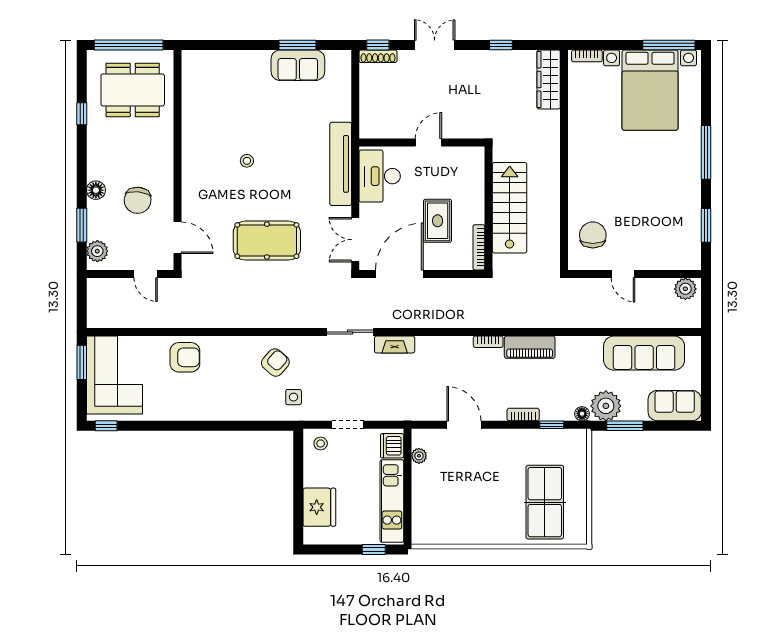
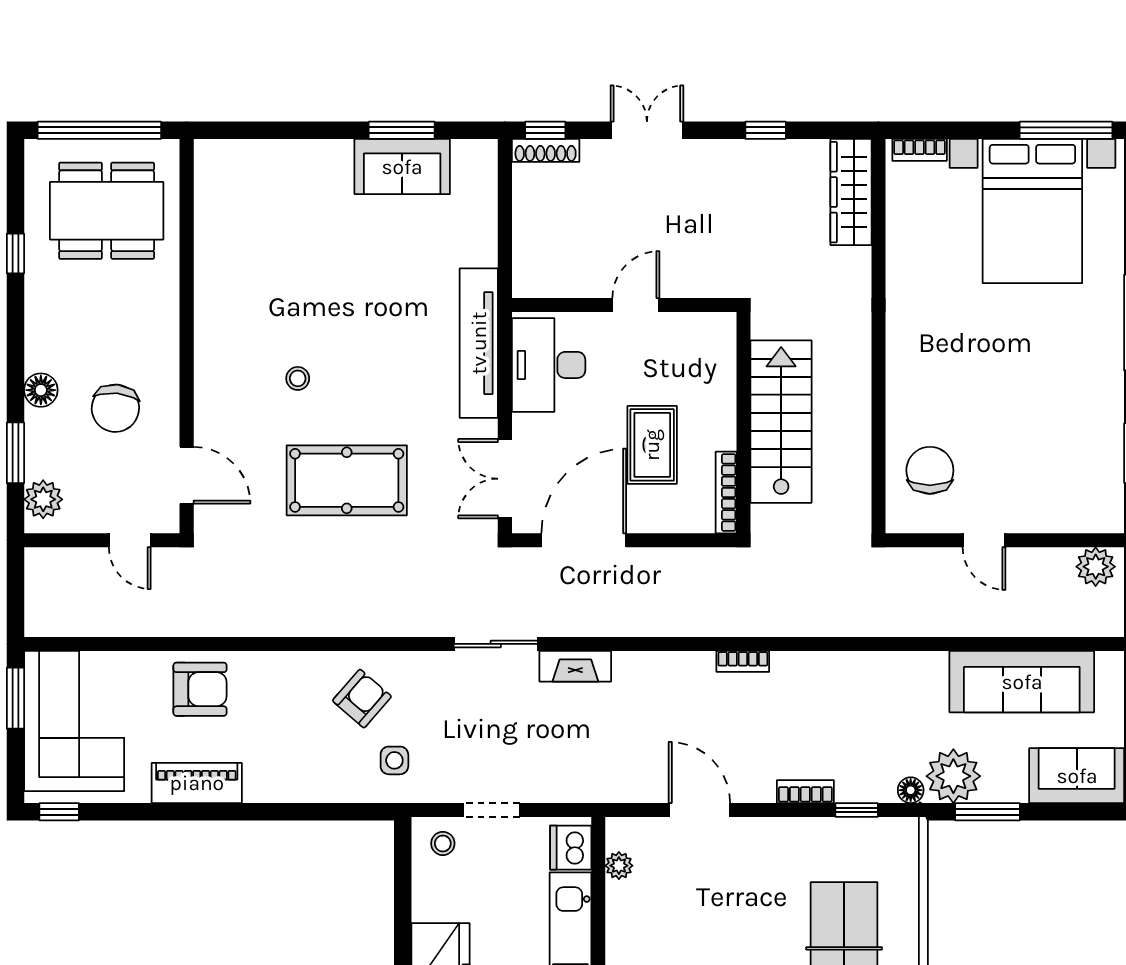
stool: (247, 161) -> (298, 378), moved
piano: (530, 347) -> (197, 783), moved, turned 180

